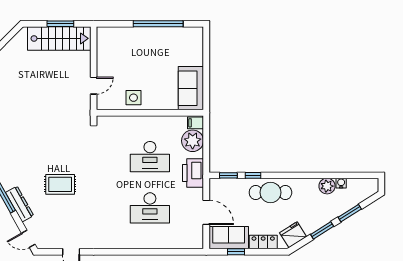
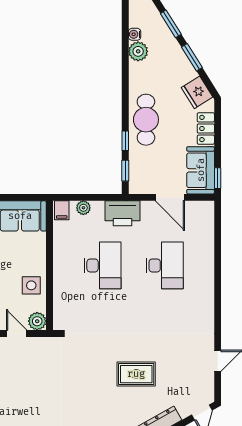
plant: (104, 103) -> (37, 321), added
plant: (193, 141) -> (83, 208), width x0.53, depth x0.53
rug: (60, 184) -> (136, 374), turned 90
door: (206, 212) -> (170, 197), swing flipped
window: (236, 252) -> (218, 178), moved

